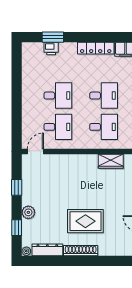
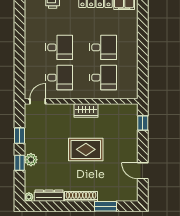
wardrobe: (111, 161) -> (86, 110), moved
rug: (85, 221) -> (86, 149), moved
window: (17, 228) -> (20, 163), moved
window: (106, 261) -> (106, 206), added

